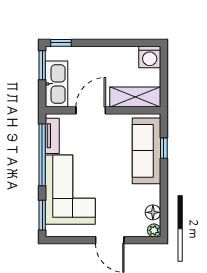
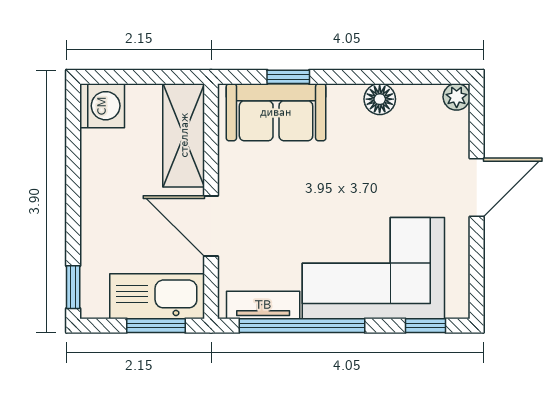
window: (42, 65) -> (156, 326), moved
sofa: (146, 151) -> (276, 112), width x0.73
floor lamp: (153, 212) -> (380, 99), moved
window: (42, 215) -> (425, 326), width x0.67

